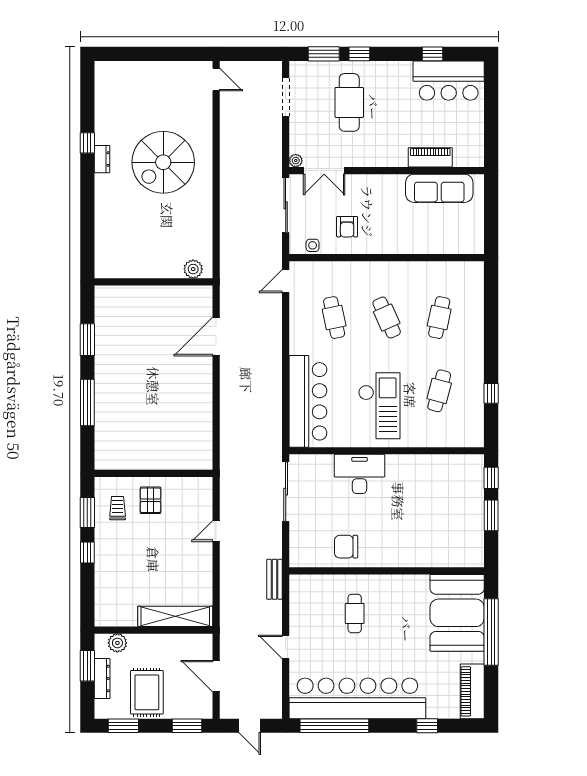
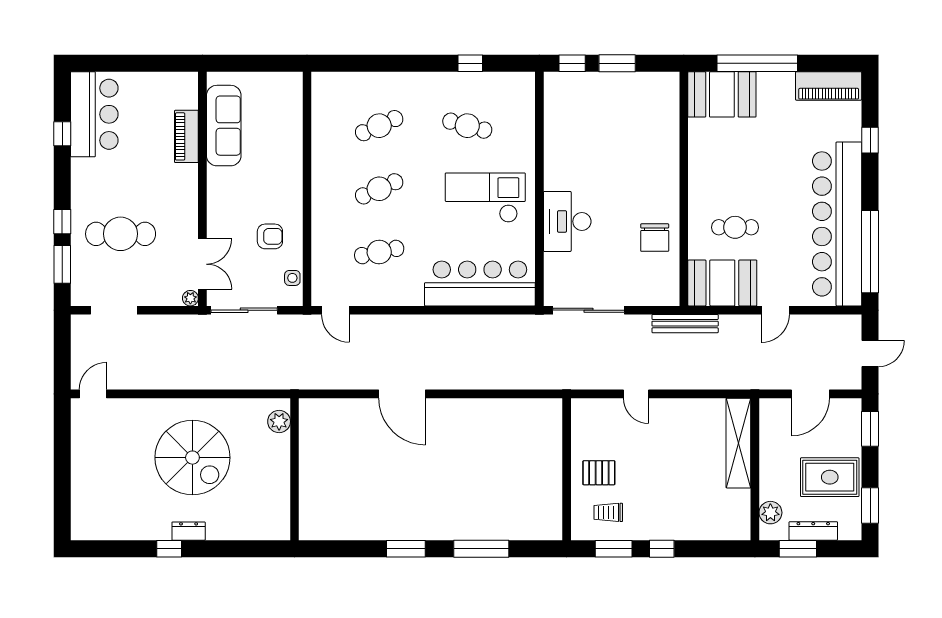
plant: (193, 269) -> (279, 422), moved
wall: (153, 282) -> (295, 469), moved
cafe table: (439, 318) -> (379, 126), turned -36
bench: (275, 579) -> (685, 324), width x1.36
booth: (308, 603) -> (722, 283), added
booth: (457, 613) -> (722, 94), width x0.73, depth x0.70

